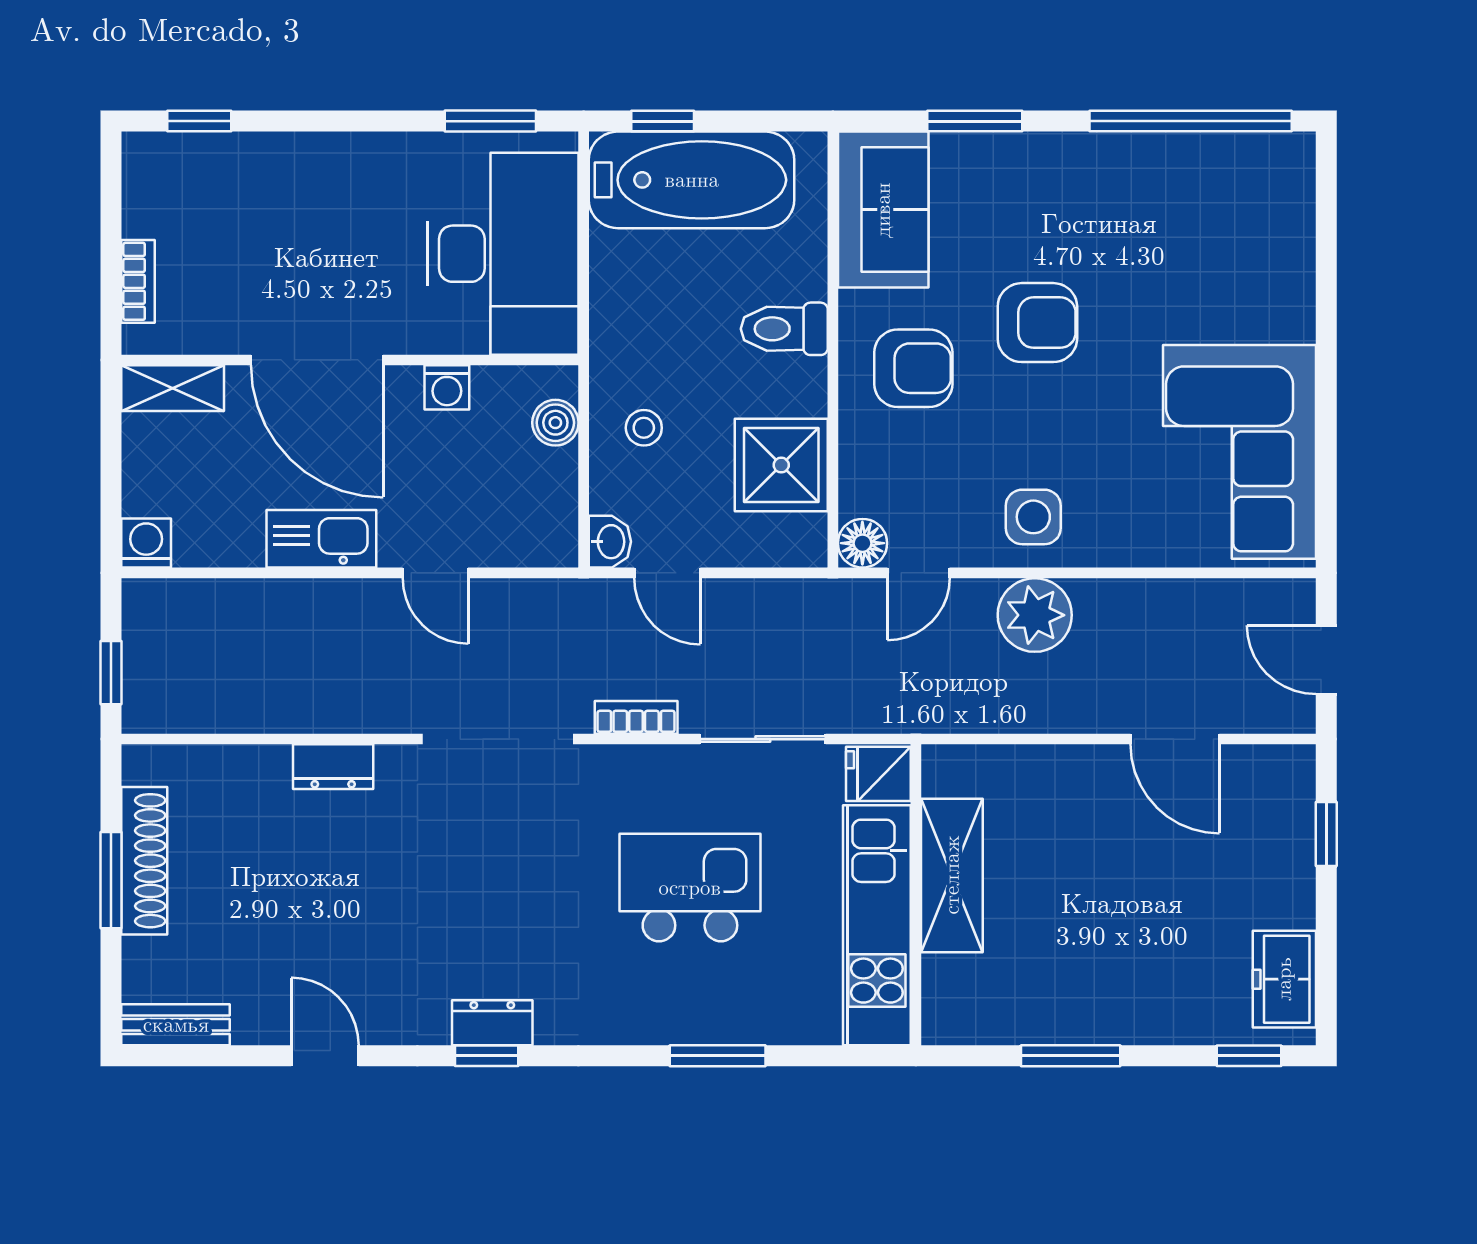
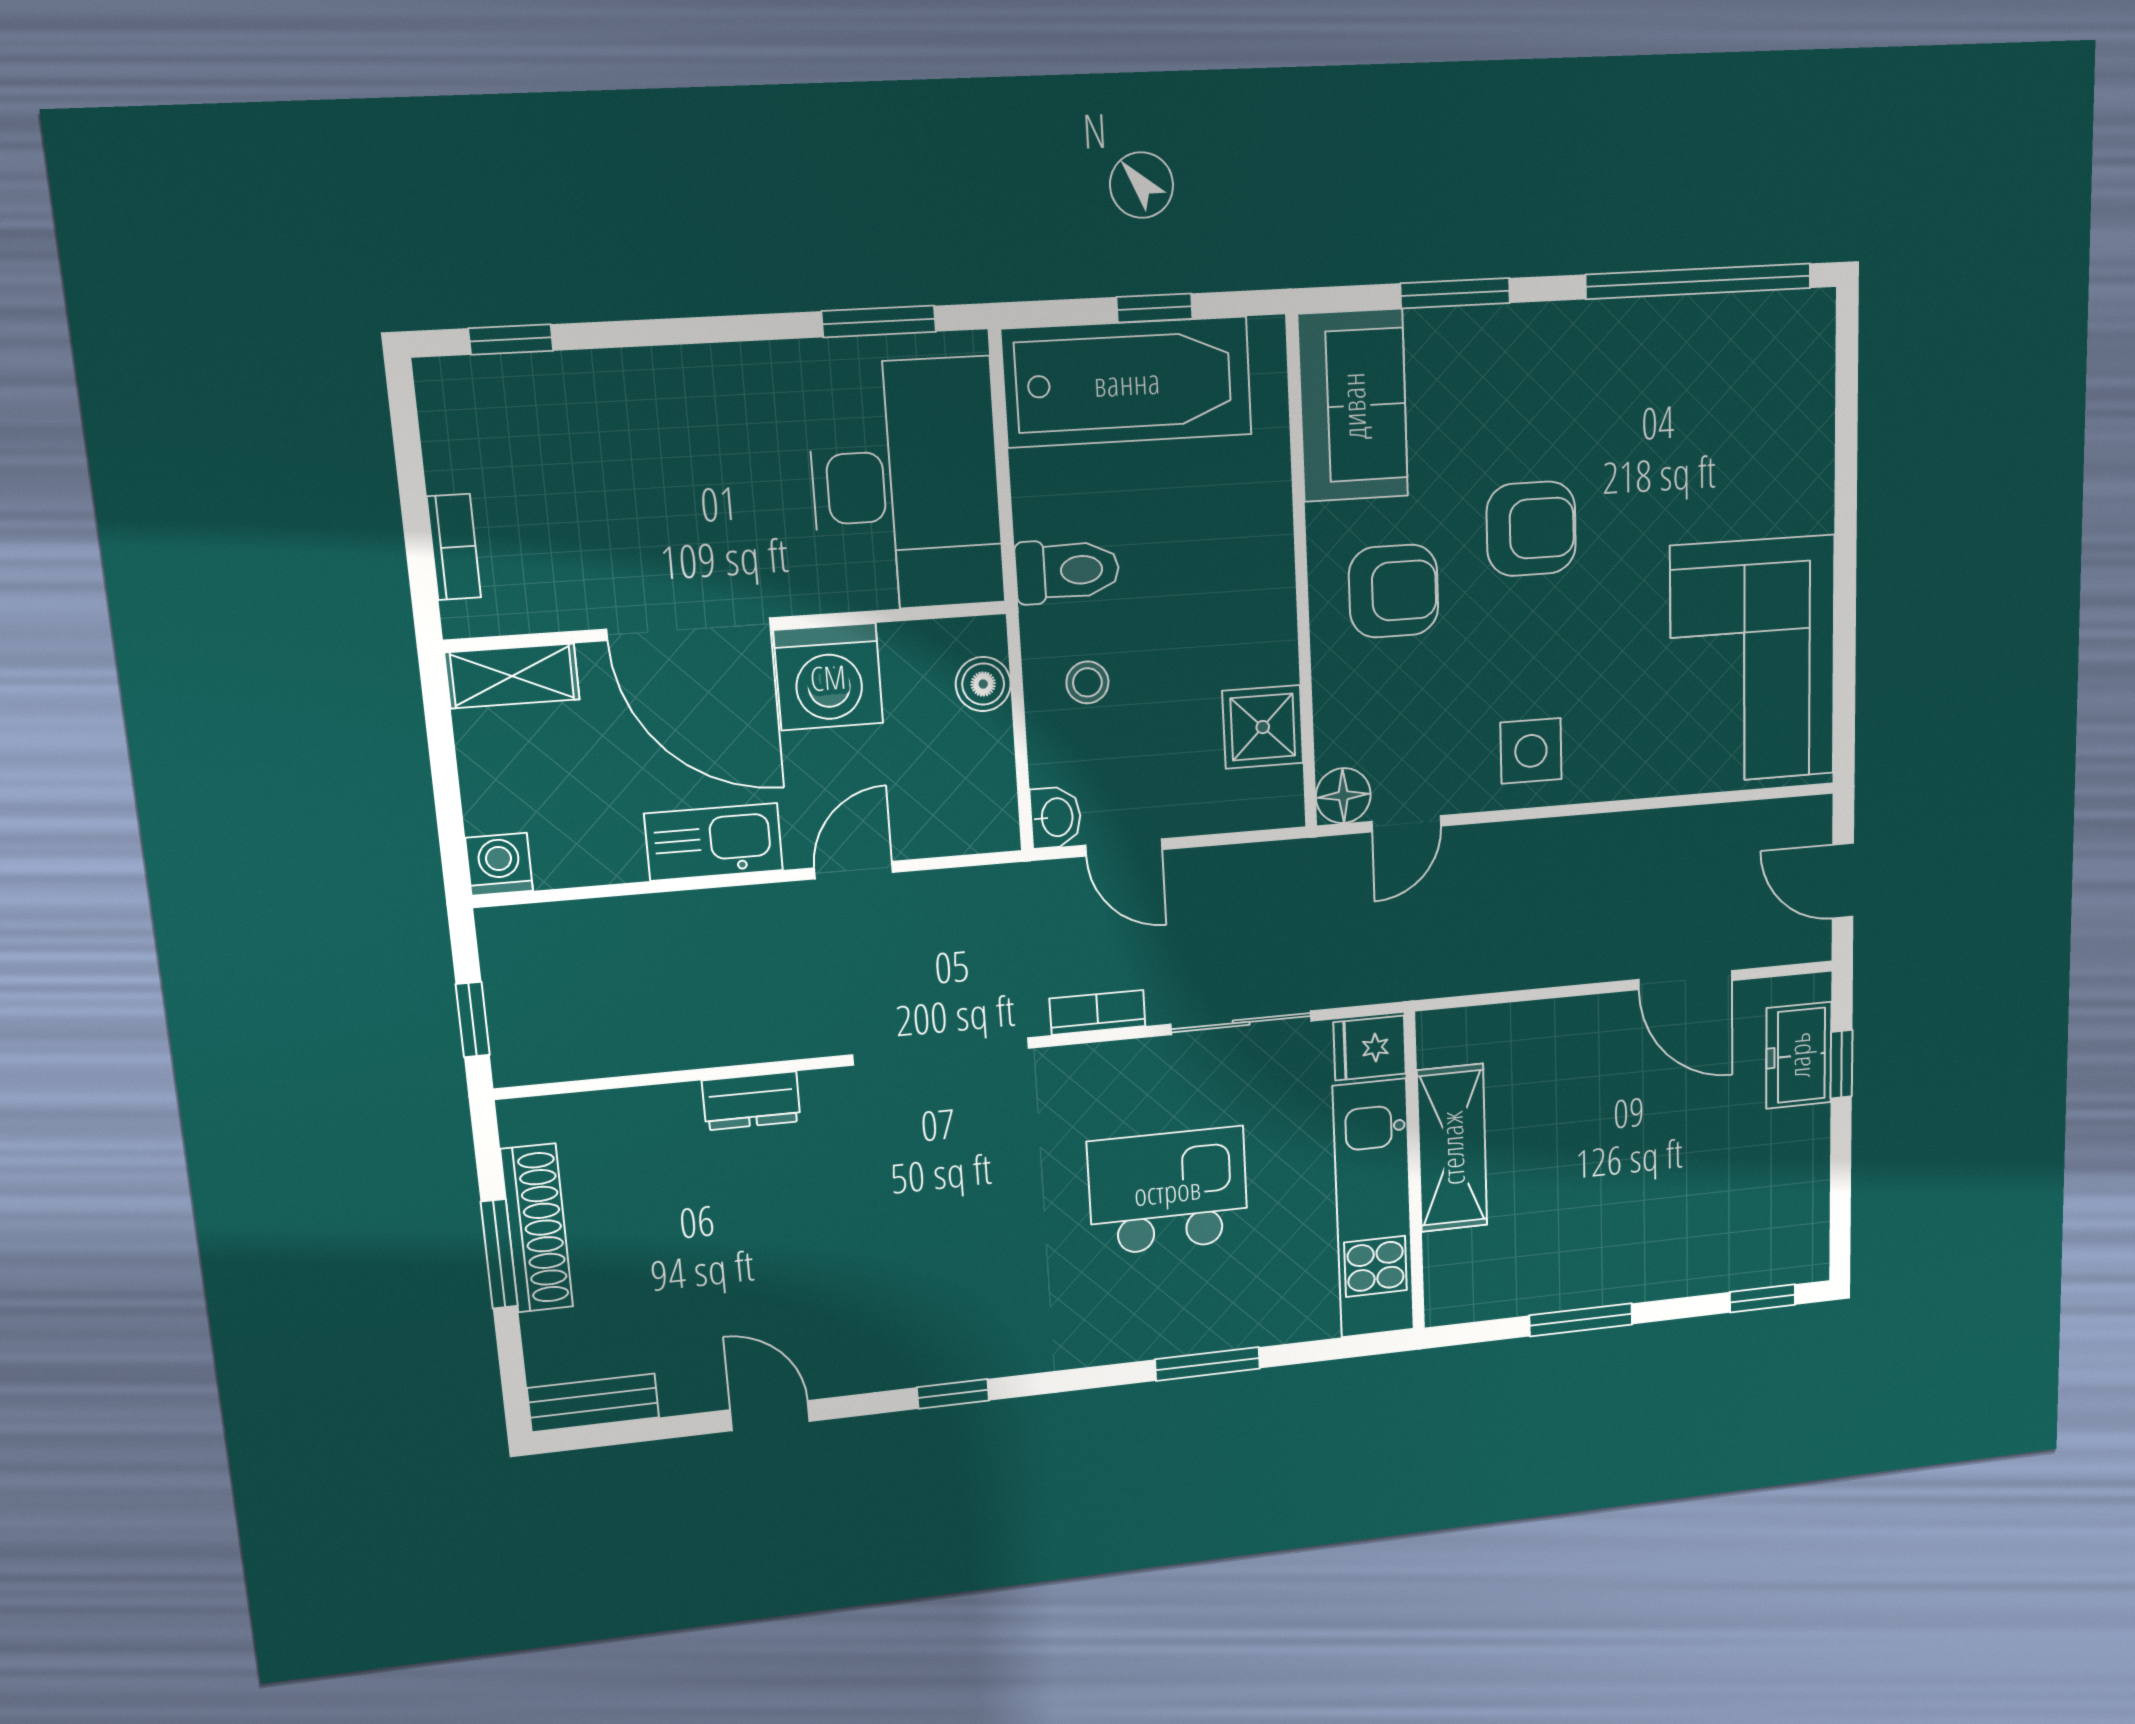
window: (663, 121) -> (1155, 308), moved
toilet: (784, 329) -> (1067, 571), moved, turned 180
washing machine: (447, 387) -> (828, 677), width x1.89, depth x1.89
shower: (781, 465) -> (1263, 727), width x0.73, depth x0.73
door: (435, 573) -> (854, 870), swing flipped
plant: (1035, 615) -> (1535, 860), removed
freezer: (1284, 979) -> (1799, 1055), moved
dresser: (492, 1023) -> (957, 1359), removed

